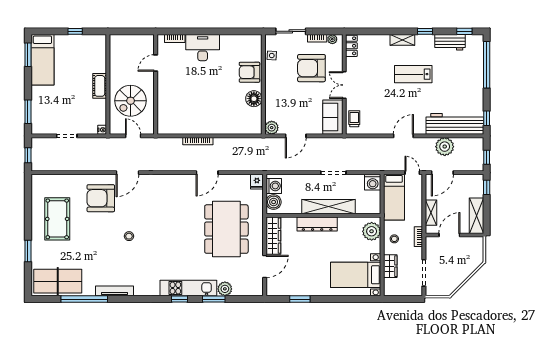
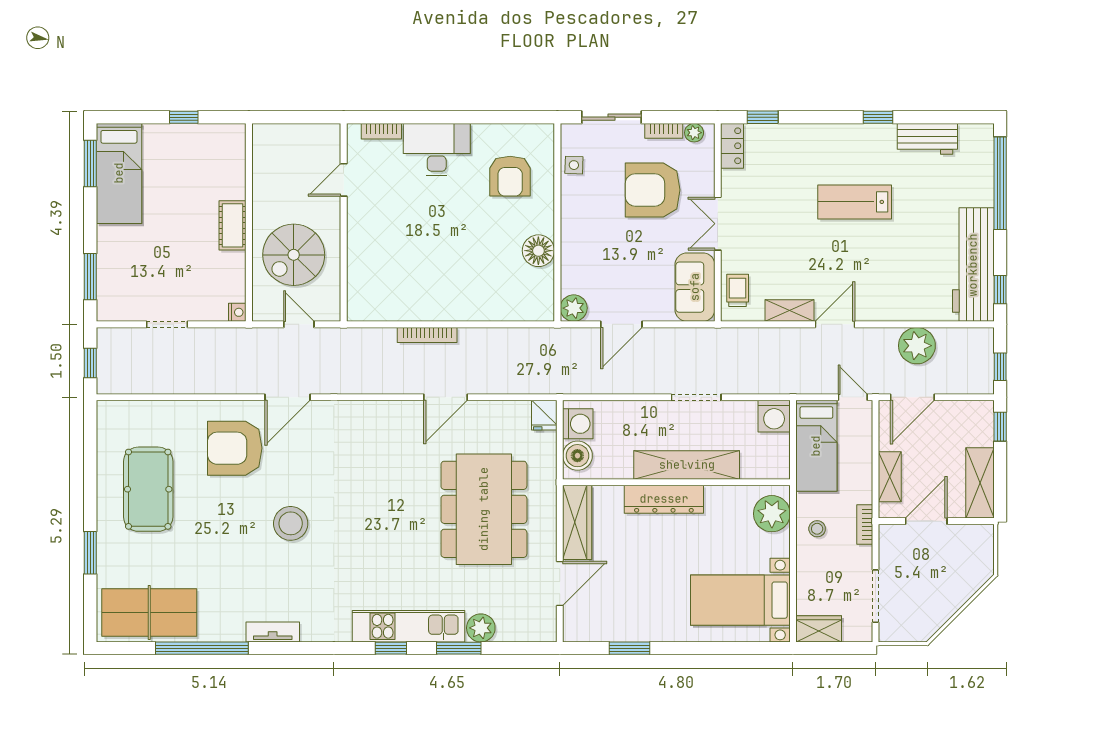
window: (464, 31) -> (763, 117), moved
shelving: (402, 40) -> (790, 311), moved
armchair: (249, 72) -> (510, 176), moved, turned -90
workbench: (455, 124) -> (973, 265), moved, turned -90
stool: (129, 236) -> (291, 523), width x1.89, depth x1.89
wardrobe: (390, 266) -> (819, 629), moved, turned -90
tv unit: (114, 291) -> (273, 632), width x0.71

